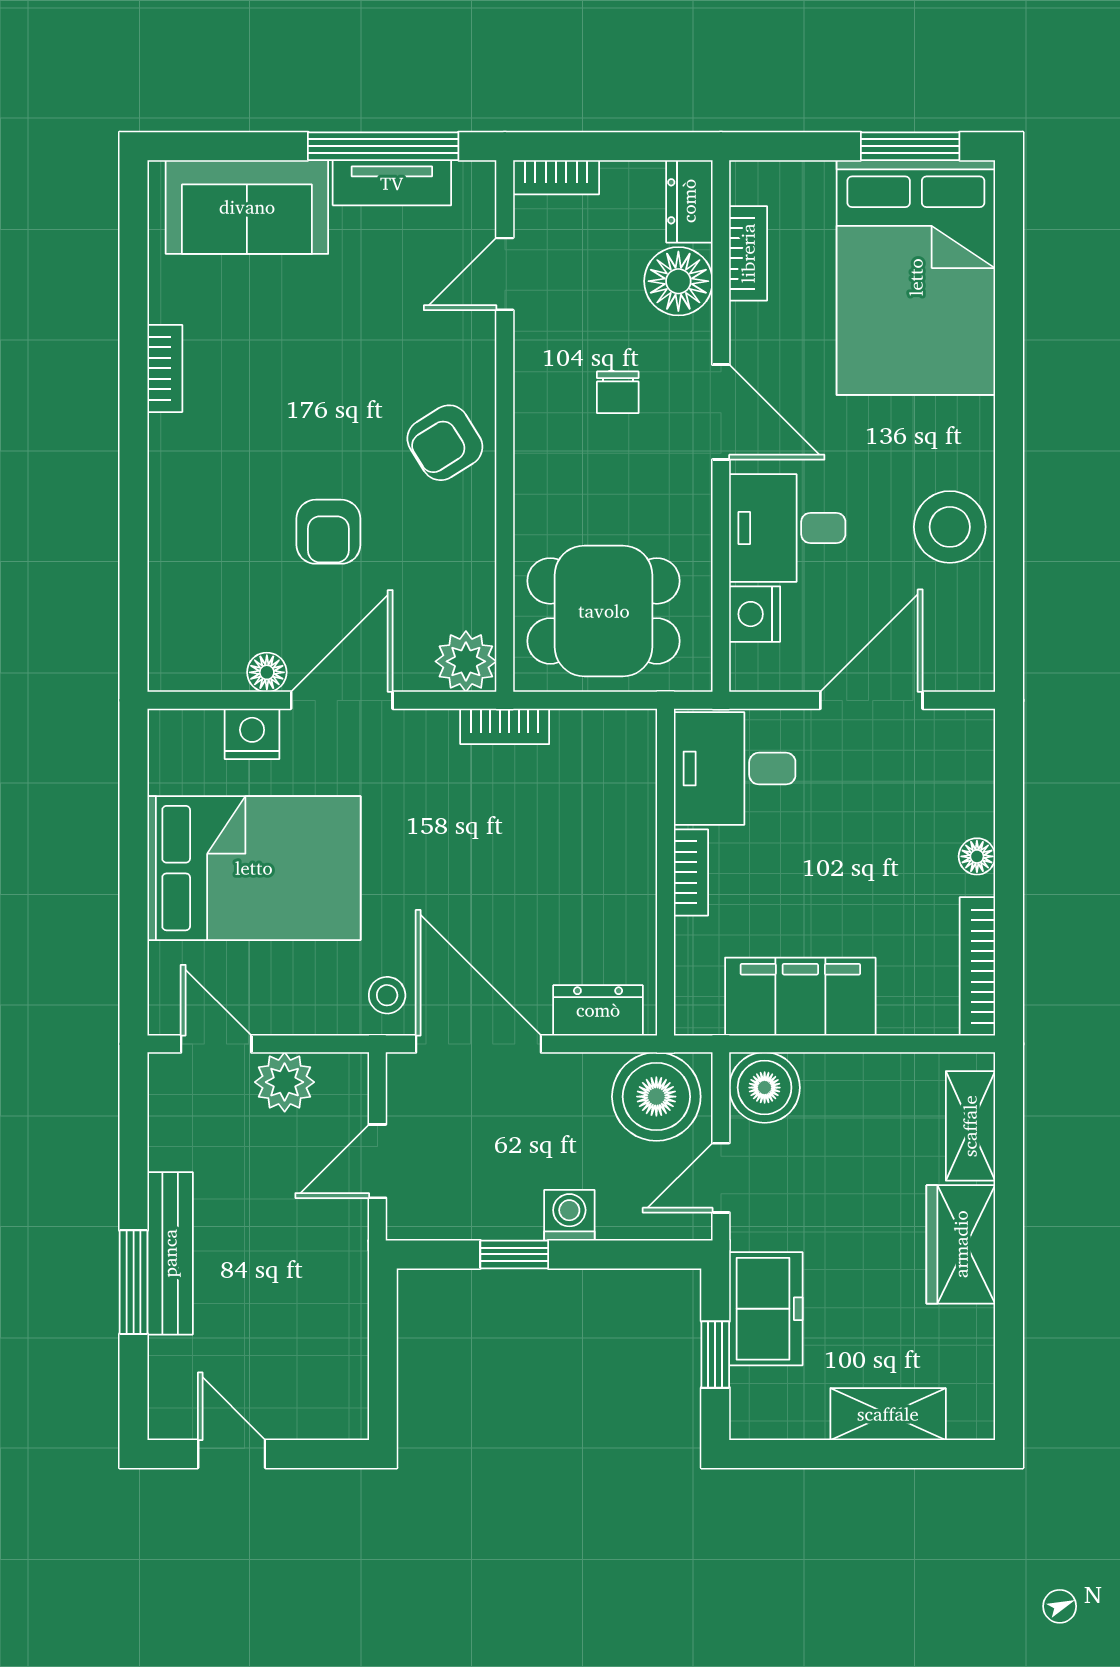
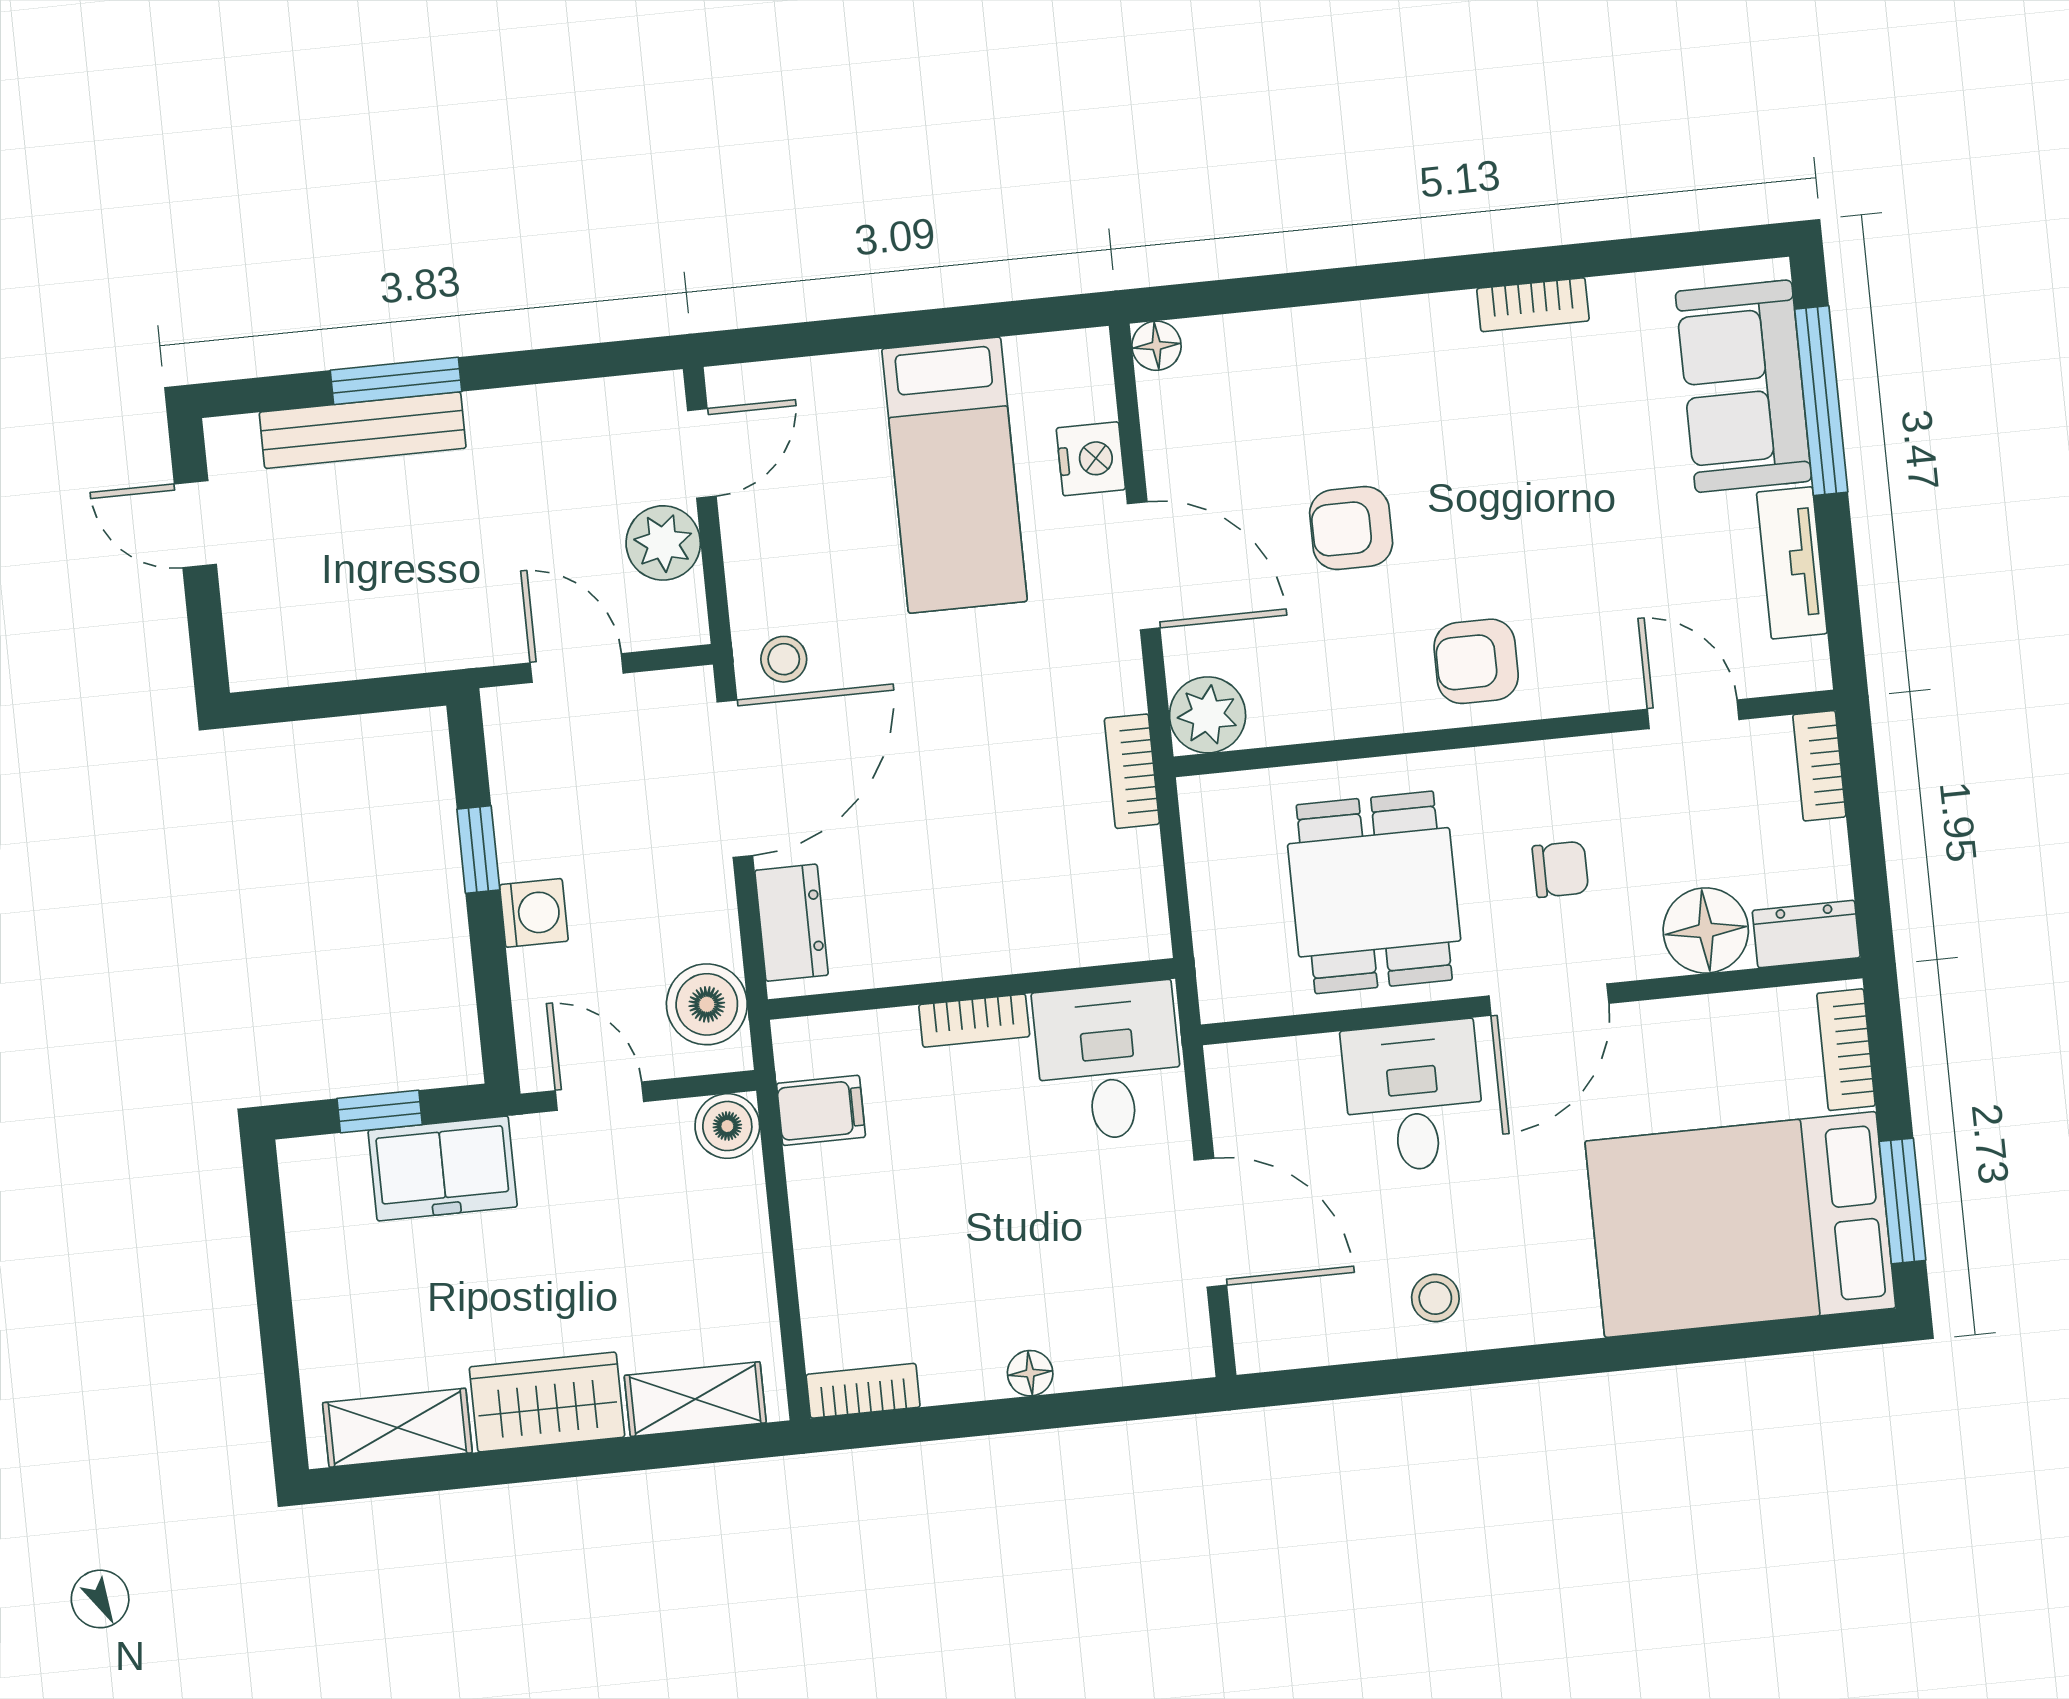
window: (383, 146) -> (1821, 401), moved
bookcase: (748, 253) -> (1846, 1050), moved, turned 90
chair: (618, 392) -> (1560, 869), turned 180
armchair: (445, 443) -> (1476, 661), turned -58
stool: (950, 527) -> (1435, 1298), width x0.53, depth x0.53
dining table: (604, 611) -> (1374, 892), moved
nightstand: (755, 614) -> (1303, 1067), removed
floor lamp: (267, 672) -> (1156, 346), moved
bed: (254, 868) -> (954, 475), width x0.67
bookcase: (977, 966) -> (863, 1391), width x0.64
filing cabinet: (800, 997) -> (821, 1110), width x0.33, depth x0.86
boiler: (765, 1088) -> (727, 1126), width x0.73, depth x0.73
boiler: (656, 1097) -> (707, 1004), width x0.73, depth x0.73
bench: (170, 1253) -> (363, 430), moved
shelving: (888, 1414) -> (397, 1428), moved, turned 90
door: (232, 1454) -> (195, 524), swing flipped

